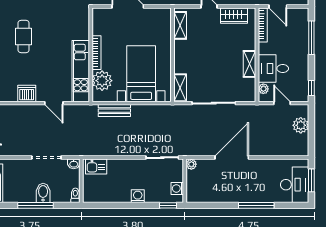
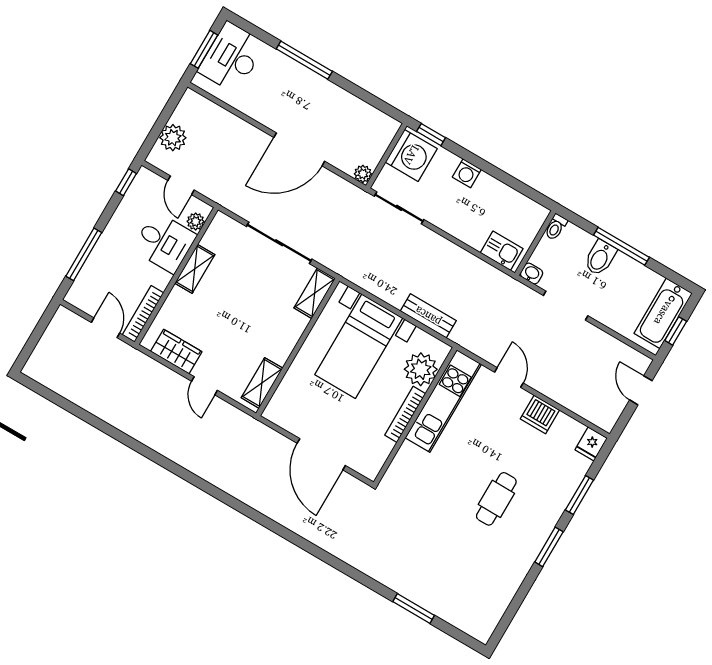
washing machine: (177, 188) -> (411, 155), width x1.89, depth x1.89

